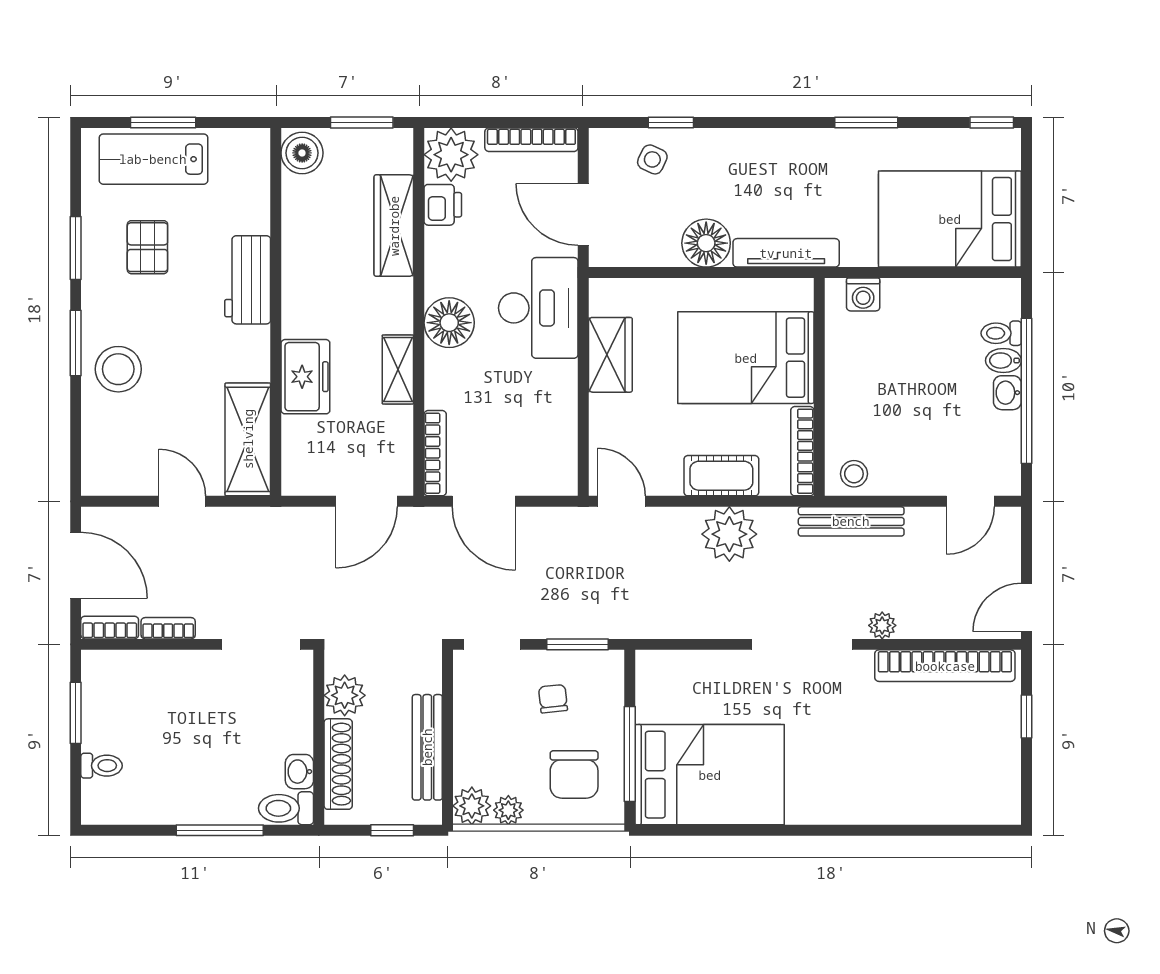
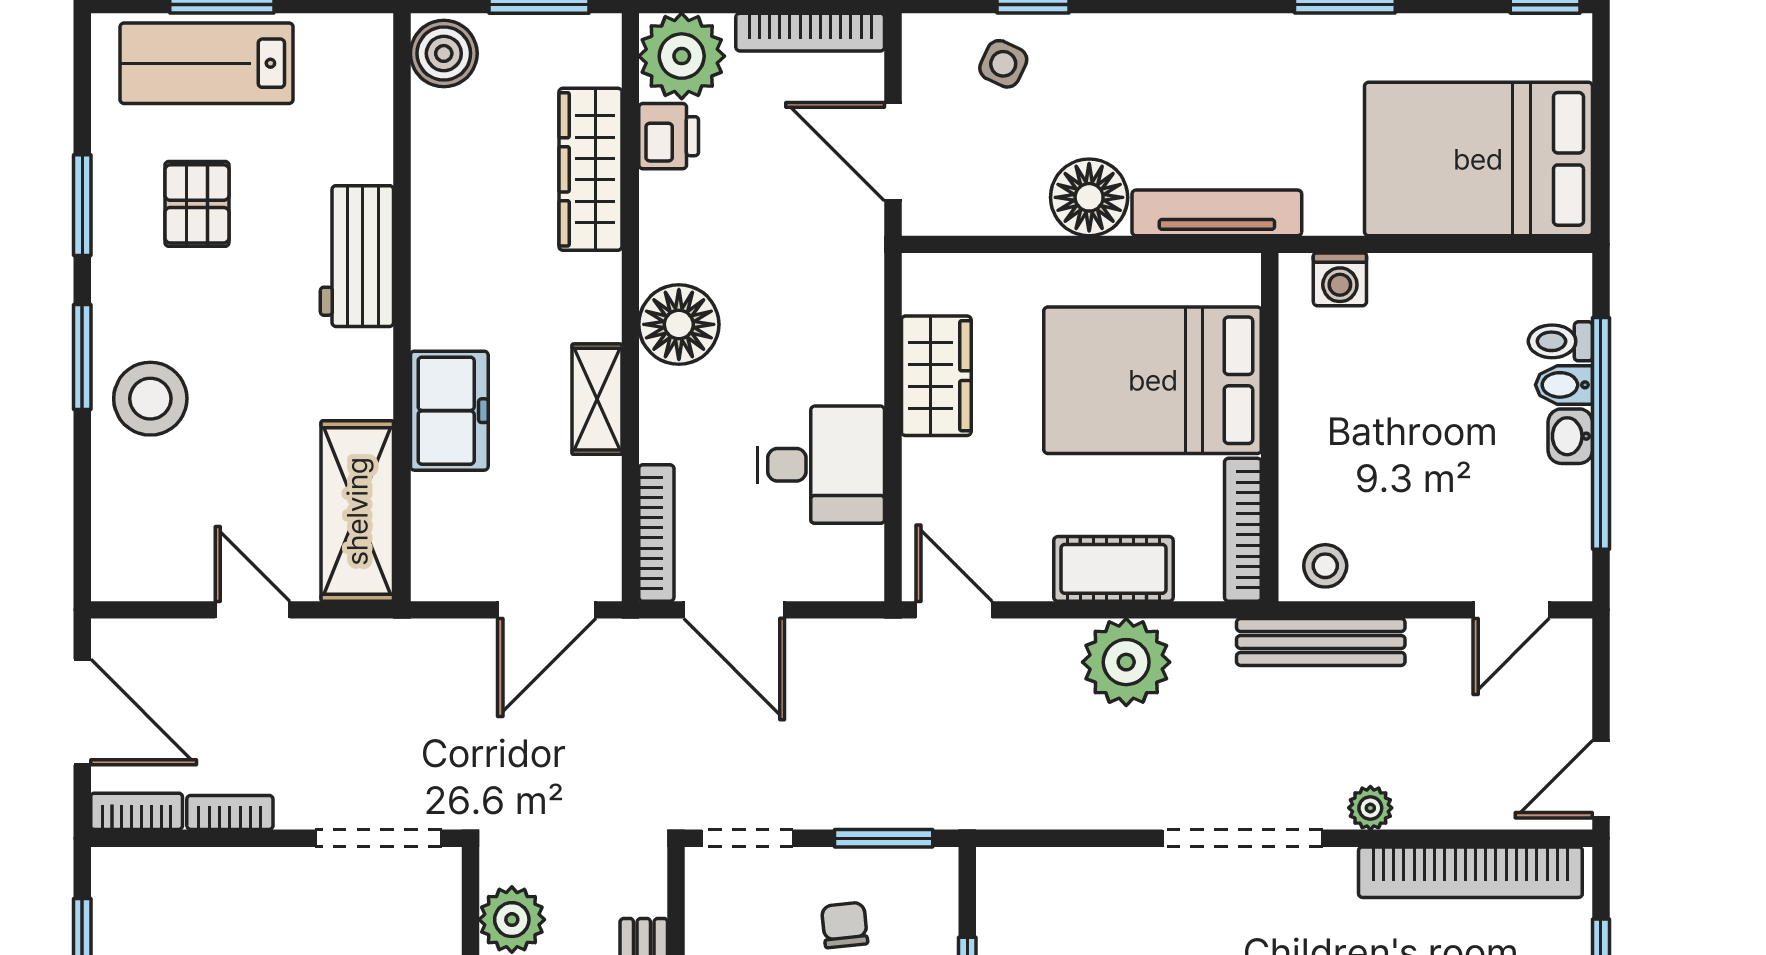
desk: (538, 308) -> (821, 465), moved, width x0.73

